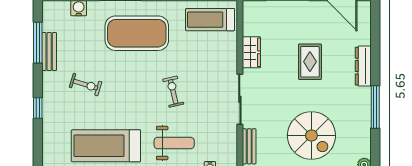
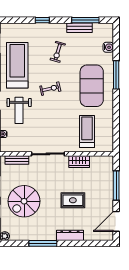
treadmill: (210, 20) -> (87, 132), moved
exercise bike: (173, 92) -> (50, 89), moved

